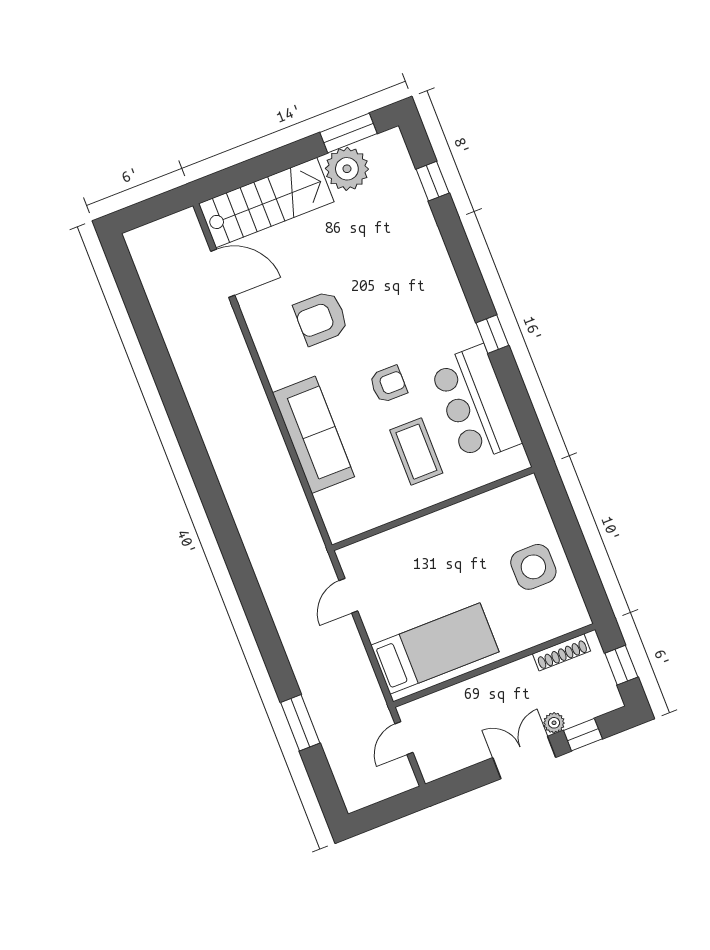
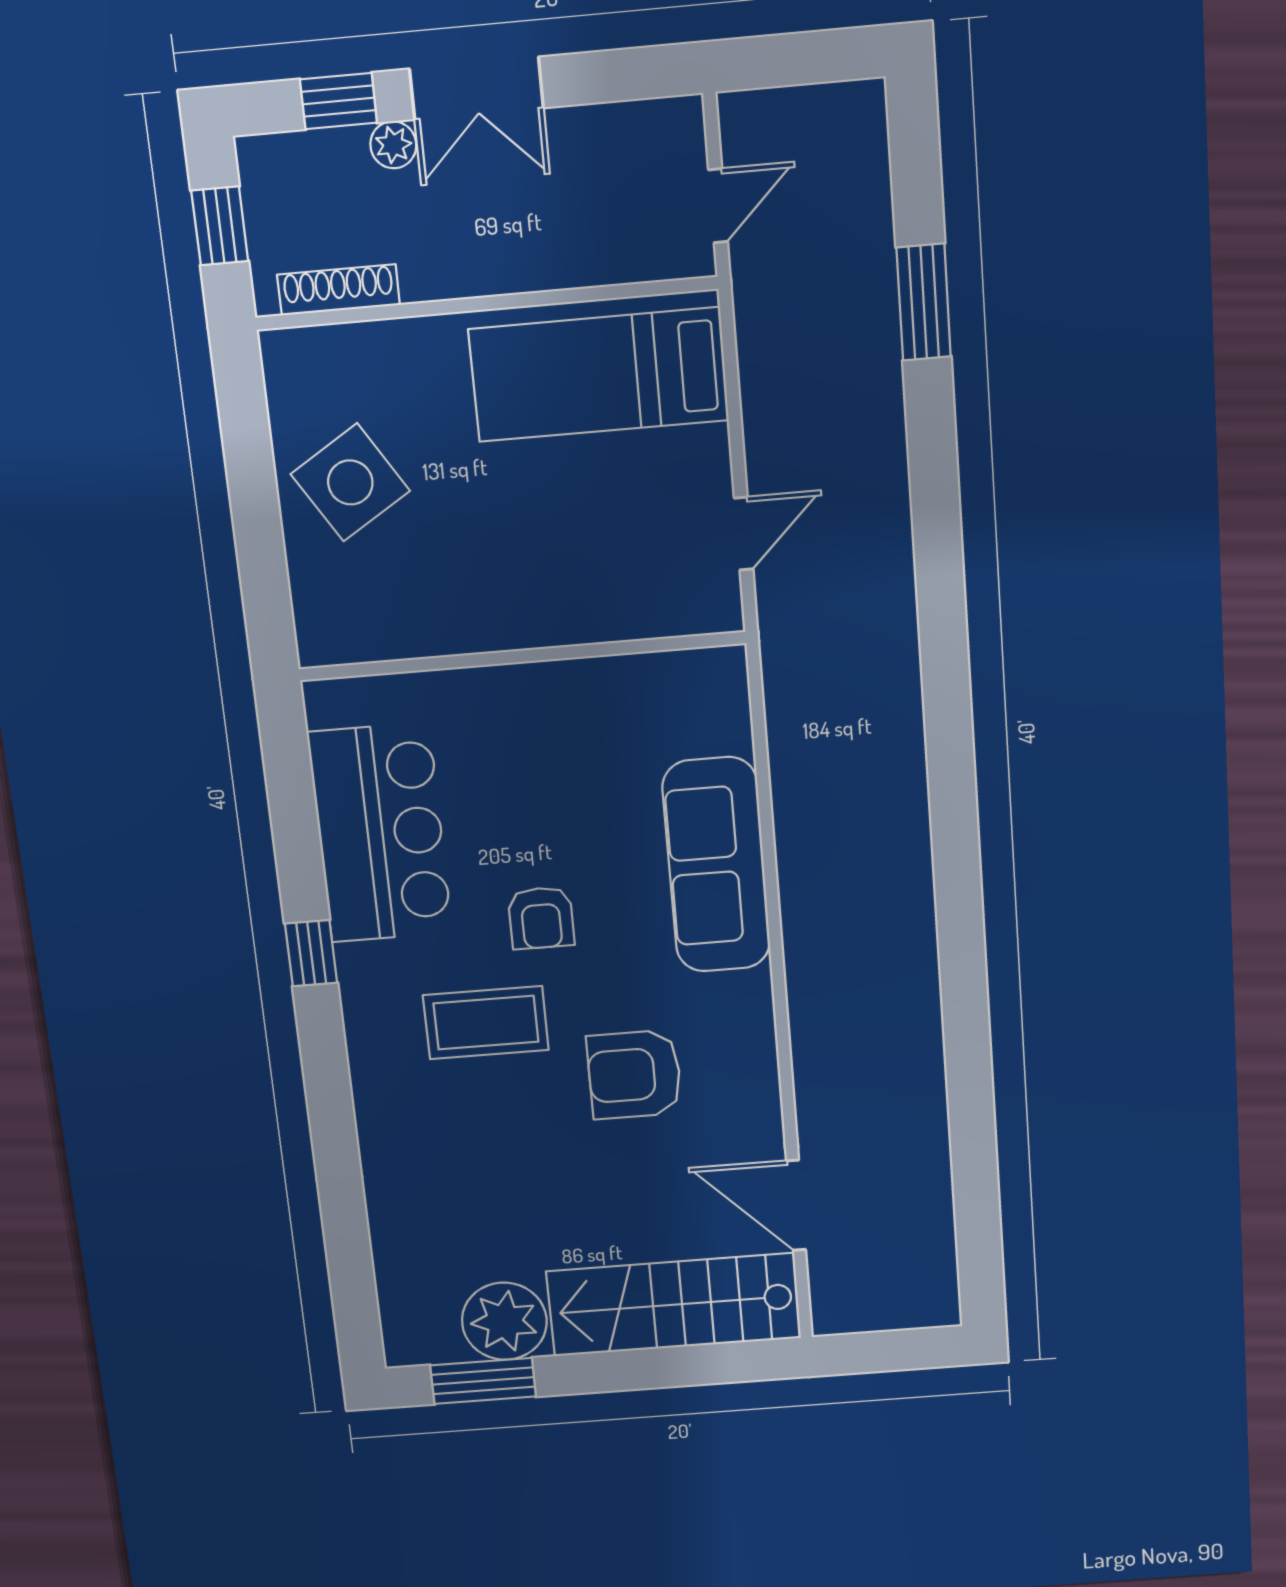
window: (433, 181) -> (349, 1257), removed
armchair: (321, 318) -> (634, 1075), turned 180
armchair: (388, 384) -> (541, 918), turned -90
coffee table: (416, 452) -> (486, 1023), moved, turned 90
side table: (533, 567) -> (350, 482), turned -32

